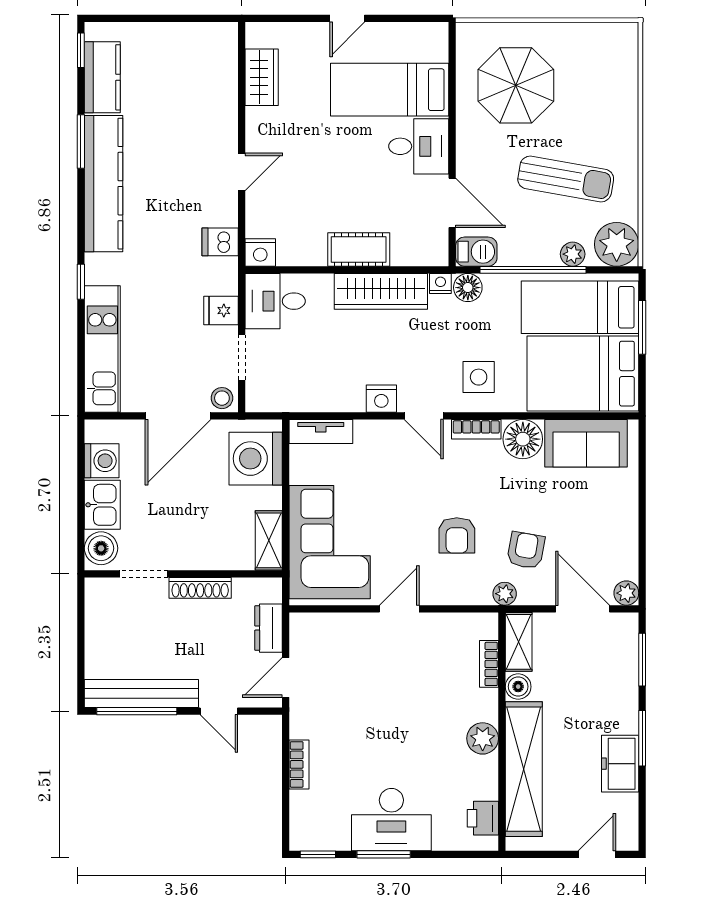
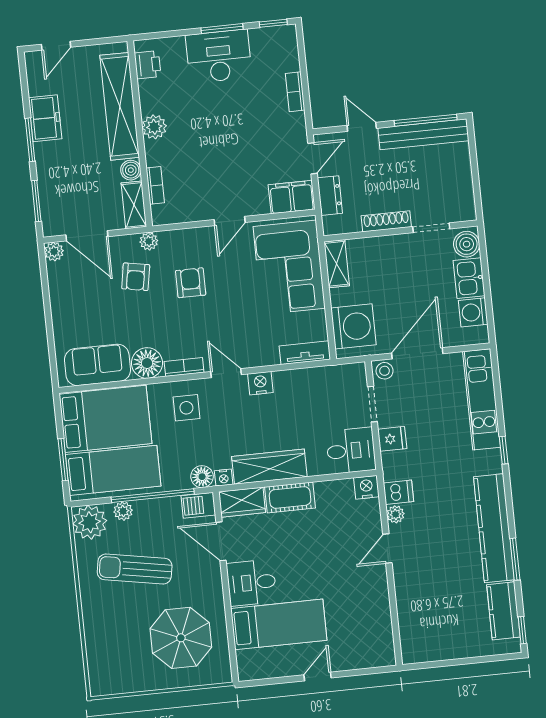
wardrobe: (262, 77) -> (242, 502), moved, turned -90
plant: (227, 214) -> (396, 514), added
filing cabinet: (317, 631) -> (292, 197), added

